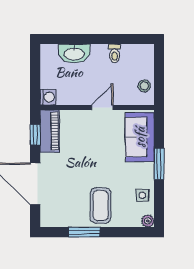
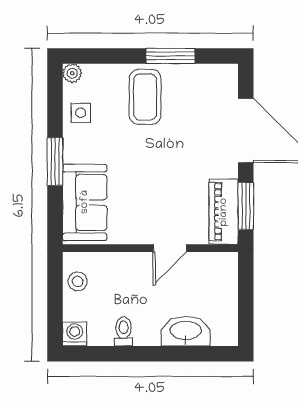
washing machine: (48, 97) -> (75, 334), moved, turned 90
door: (102, 107) -> (170, 248), moved
window: (35, 135) -> (246, 206), width x1.50

